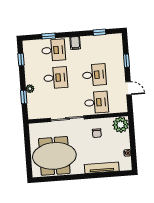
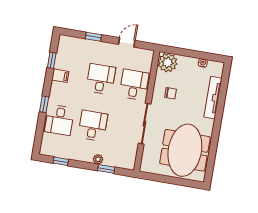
window: (49, 36) -> (44, 104), moved
filing cabinet: (75, 43) -> (60, 76), moved
desk: (54, 50) -> (59, 120), turned 180

